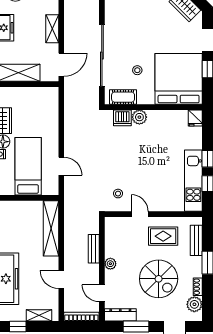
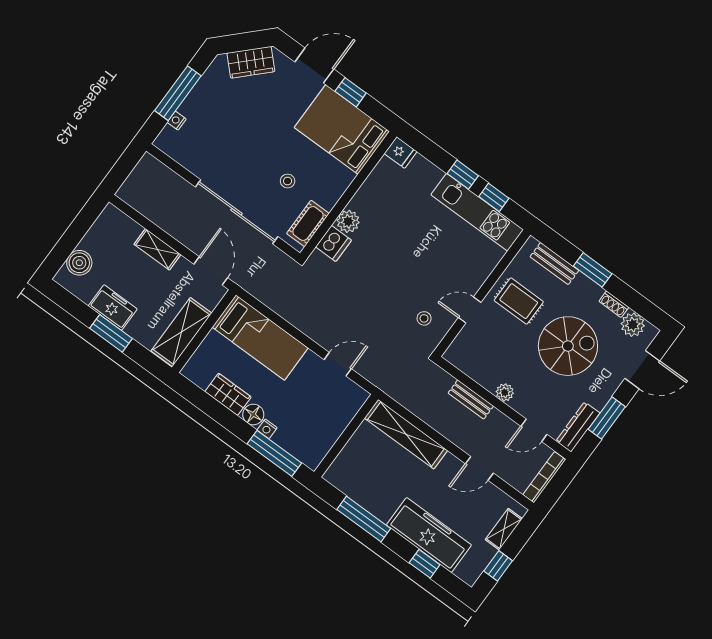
bed: (179, 79) -> (342, 129), width x0.73
bed: (28, 166) -> (260, 338), moved, turned 180
rug: (163, 236) -> (519, 301), turned 90

